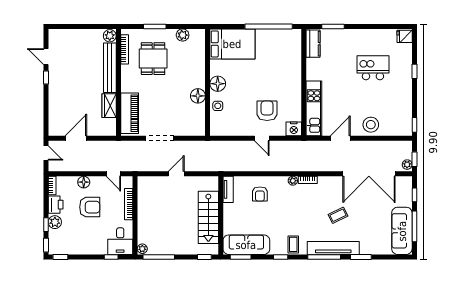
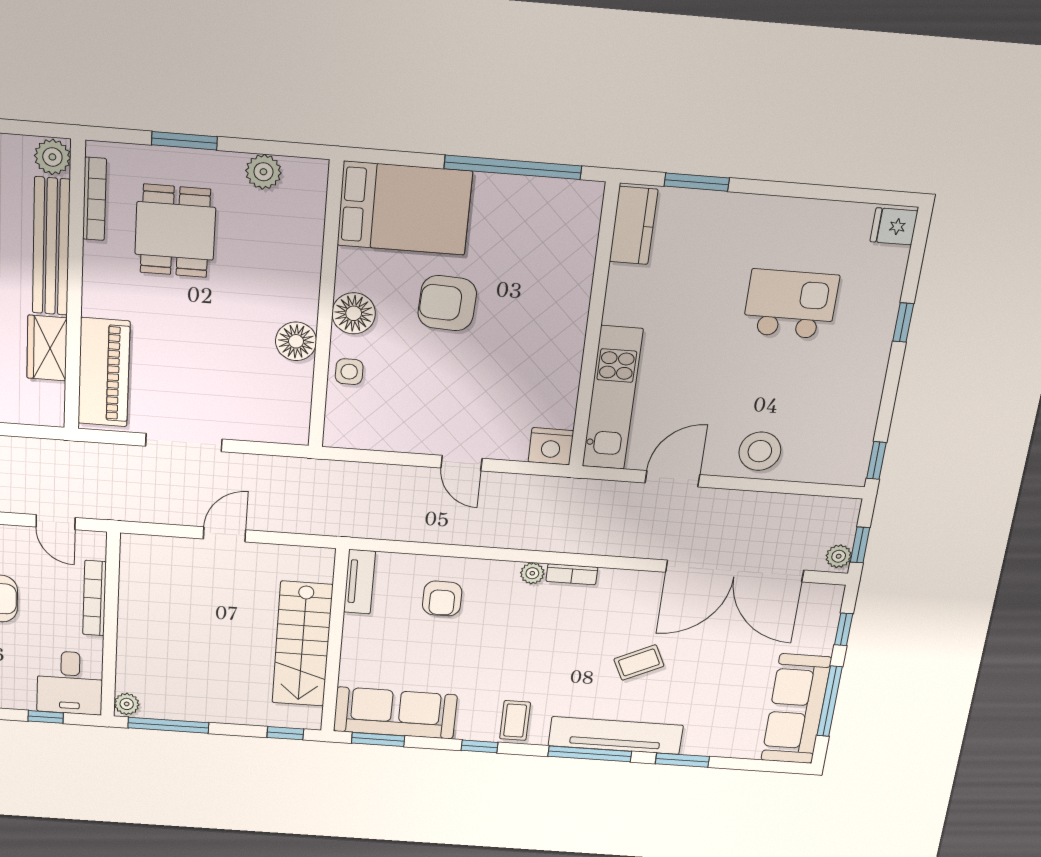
armchair: (267, 111) -> (447, 303), moved, turned -87

